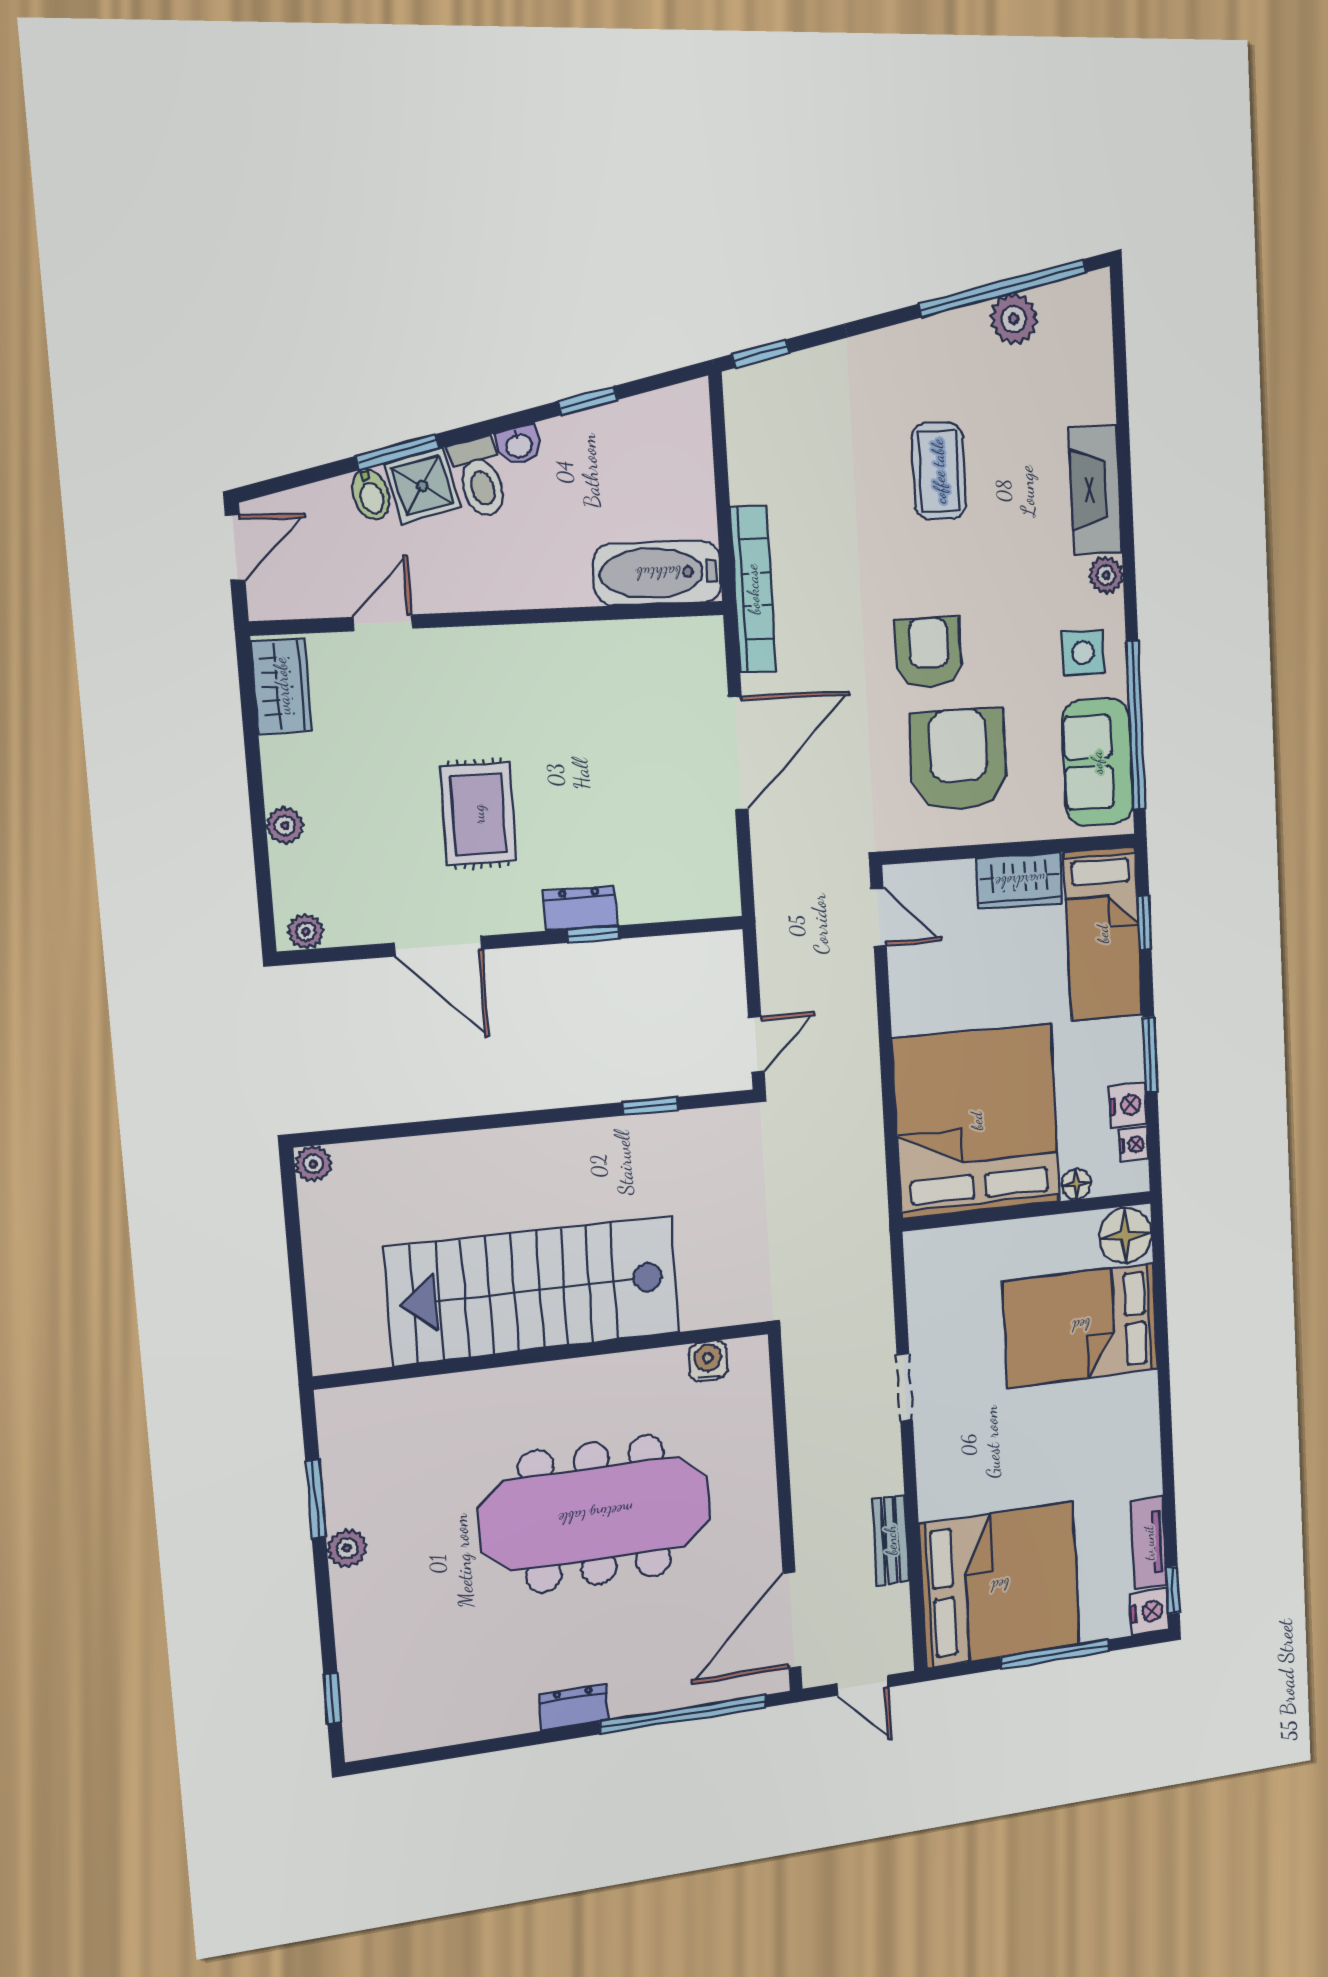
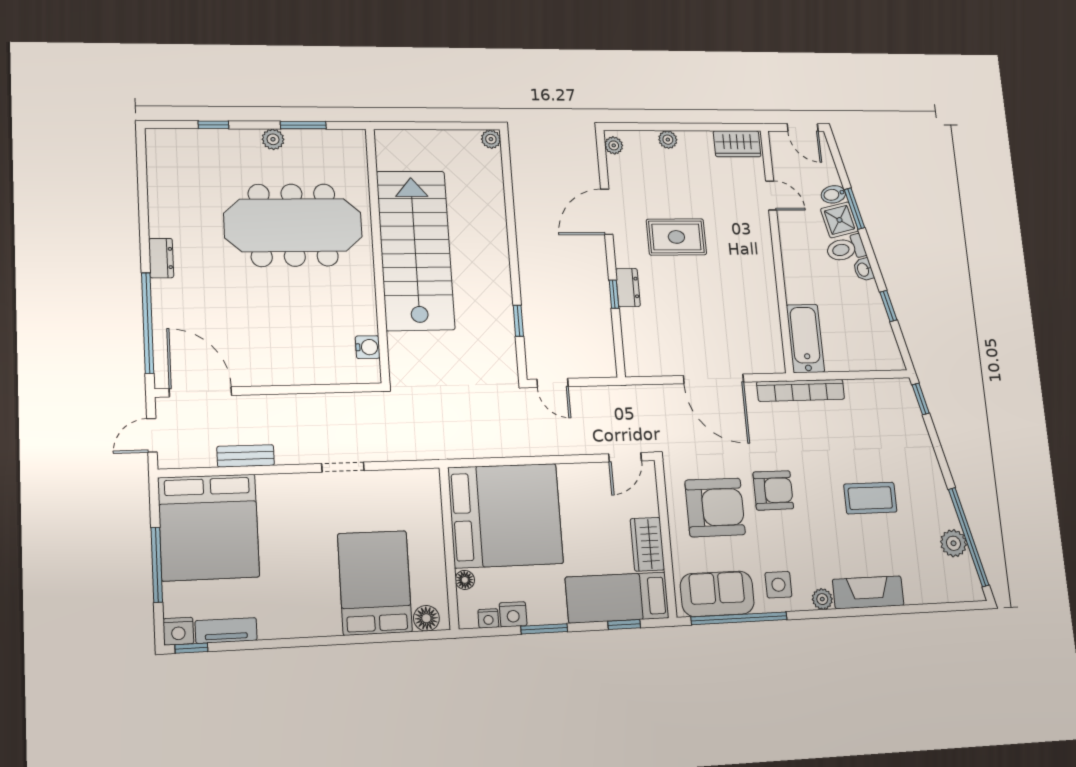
floor lamp: (1126, 1236) -> (426, 618), width x0.73, depth x0.73
meeting table: (595, 1514) -> (293, 225), moved, turned 90
window: (332, 1699) -> (213, 125), moved

